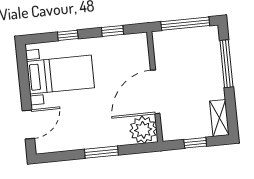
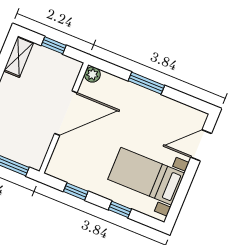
plant: (143, 130) -> (92, 74), width x0.53, depth x0.53

